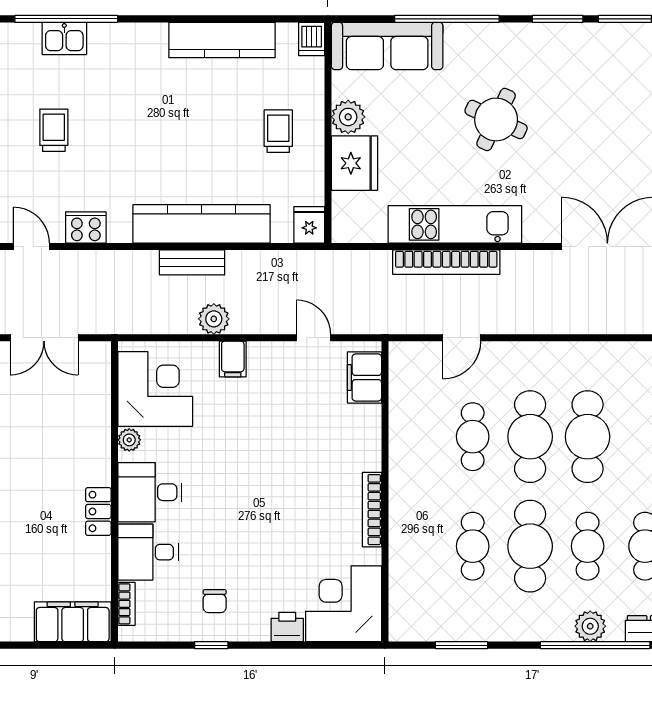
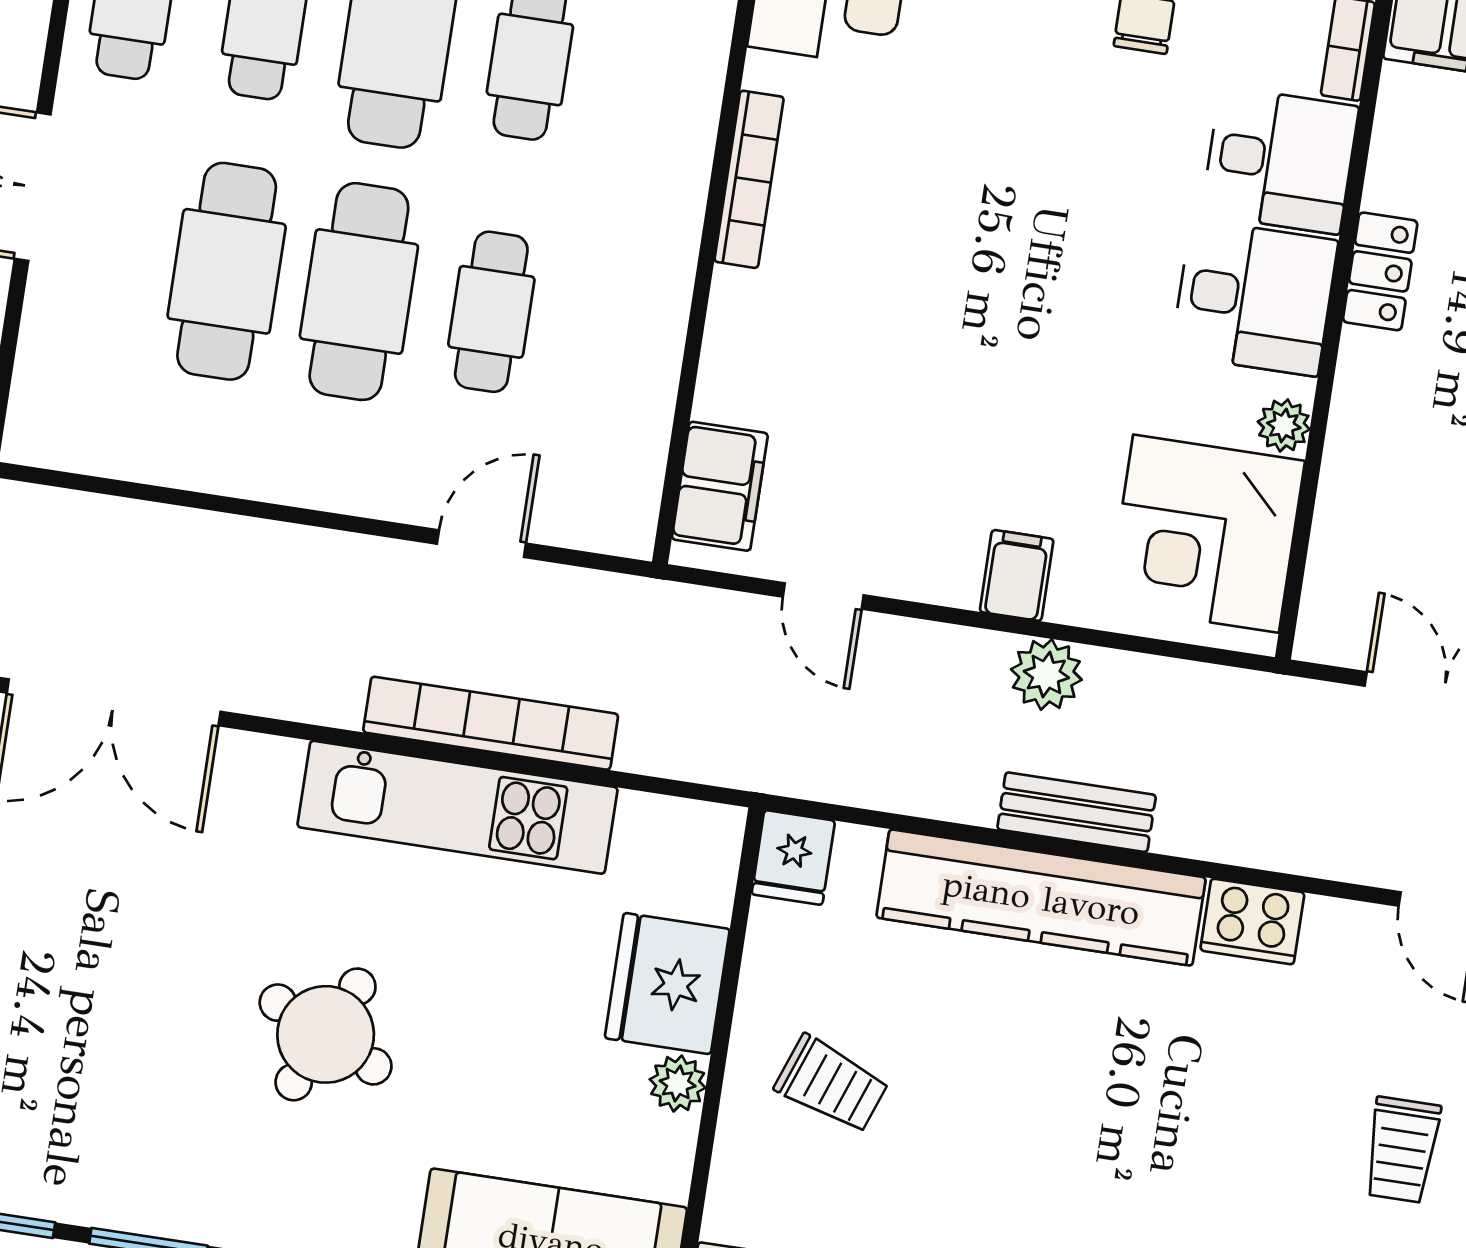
plant: (348, 117) -> (678, 1083), width x0.73, depth x0.73
trolley: (54, 130) -> (1402, 1150), moved
trolley: (278, 131) -> (832, 1084), turned -70
cooker: (86, 227) -> (1252, 922), moved

